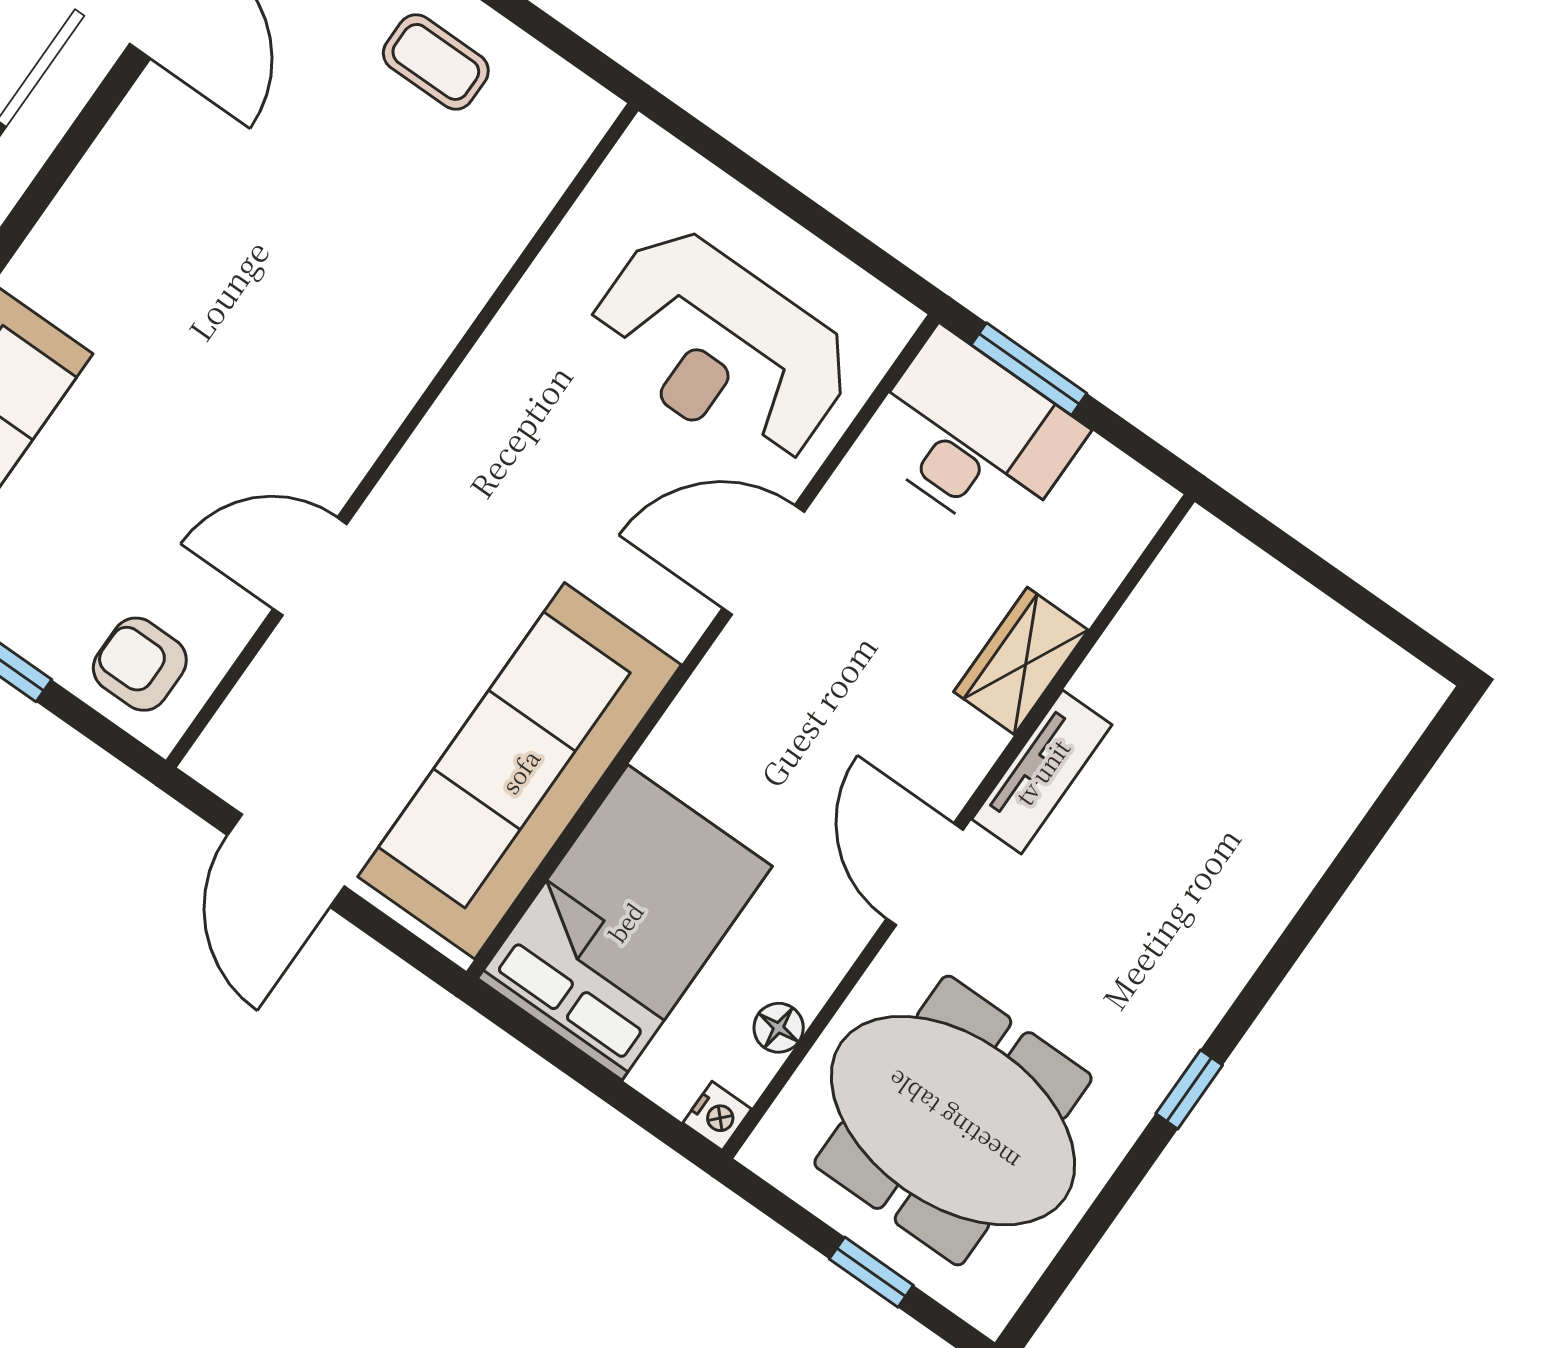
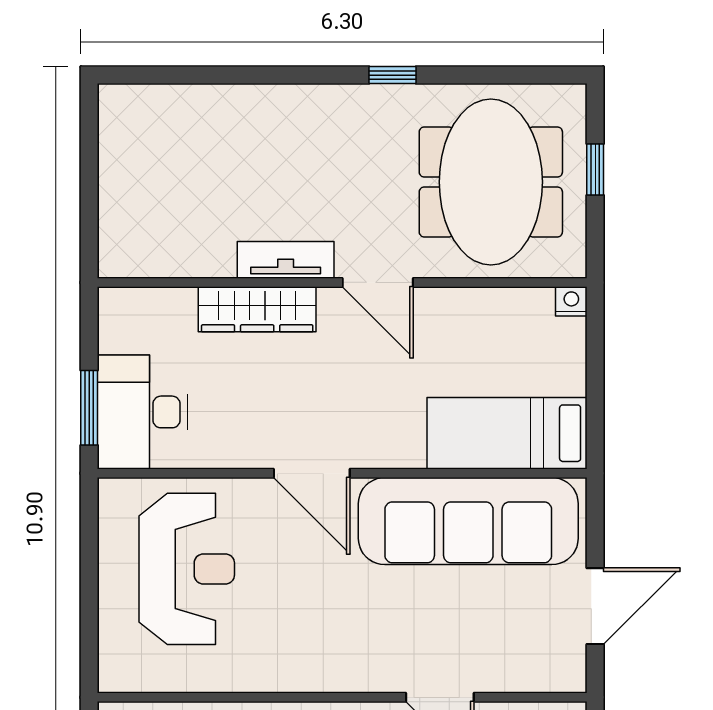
door: (763, 560) -> (312, 473), moved
wardrobe: (1021, 661) -> (257, 309), width x1.50
door: (925, 874) -> (378, 282), hinge flipped
bed: (625, 922) -> (507, 433), width x0.67
floor lamp: (779, 1028) -> (506, 302), removed

